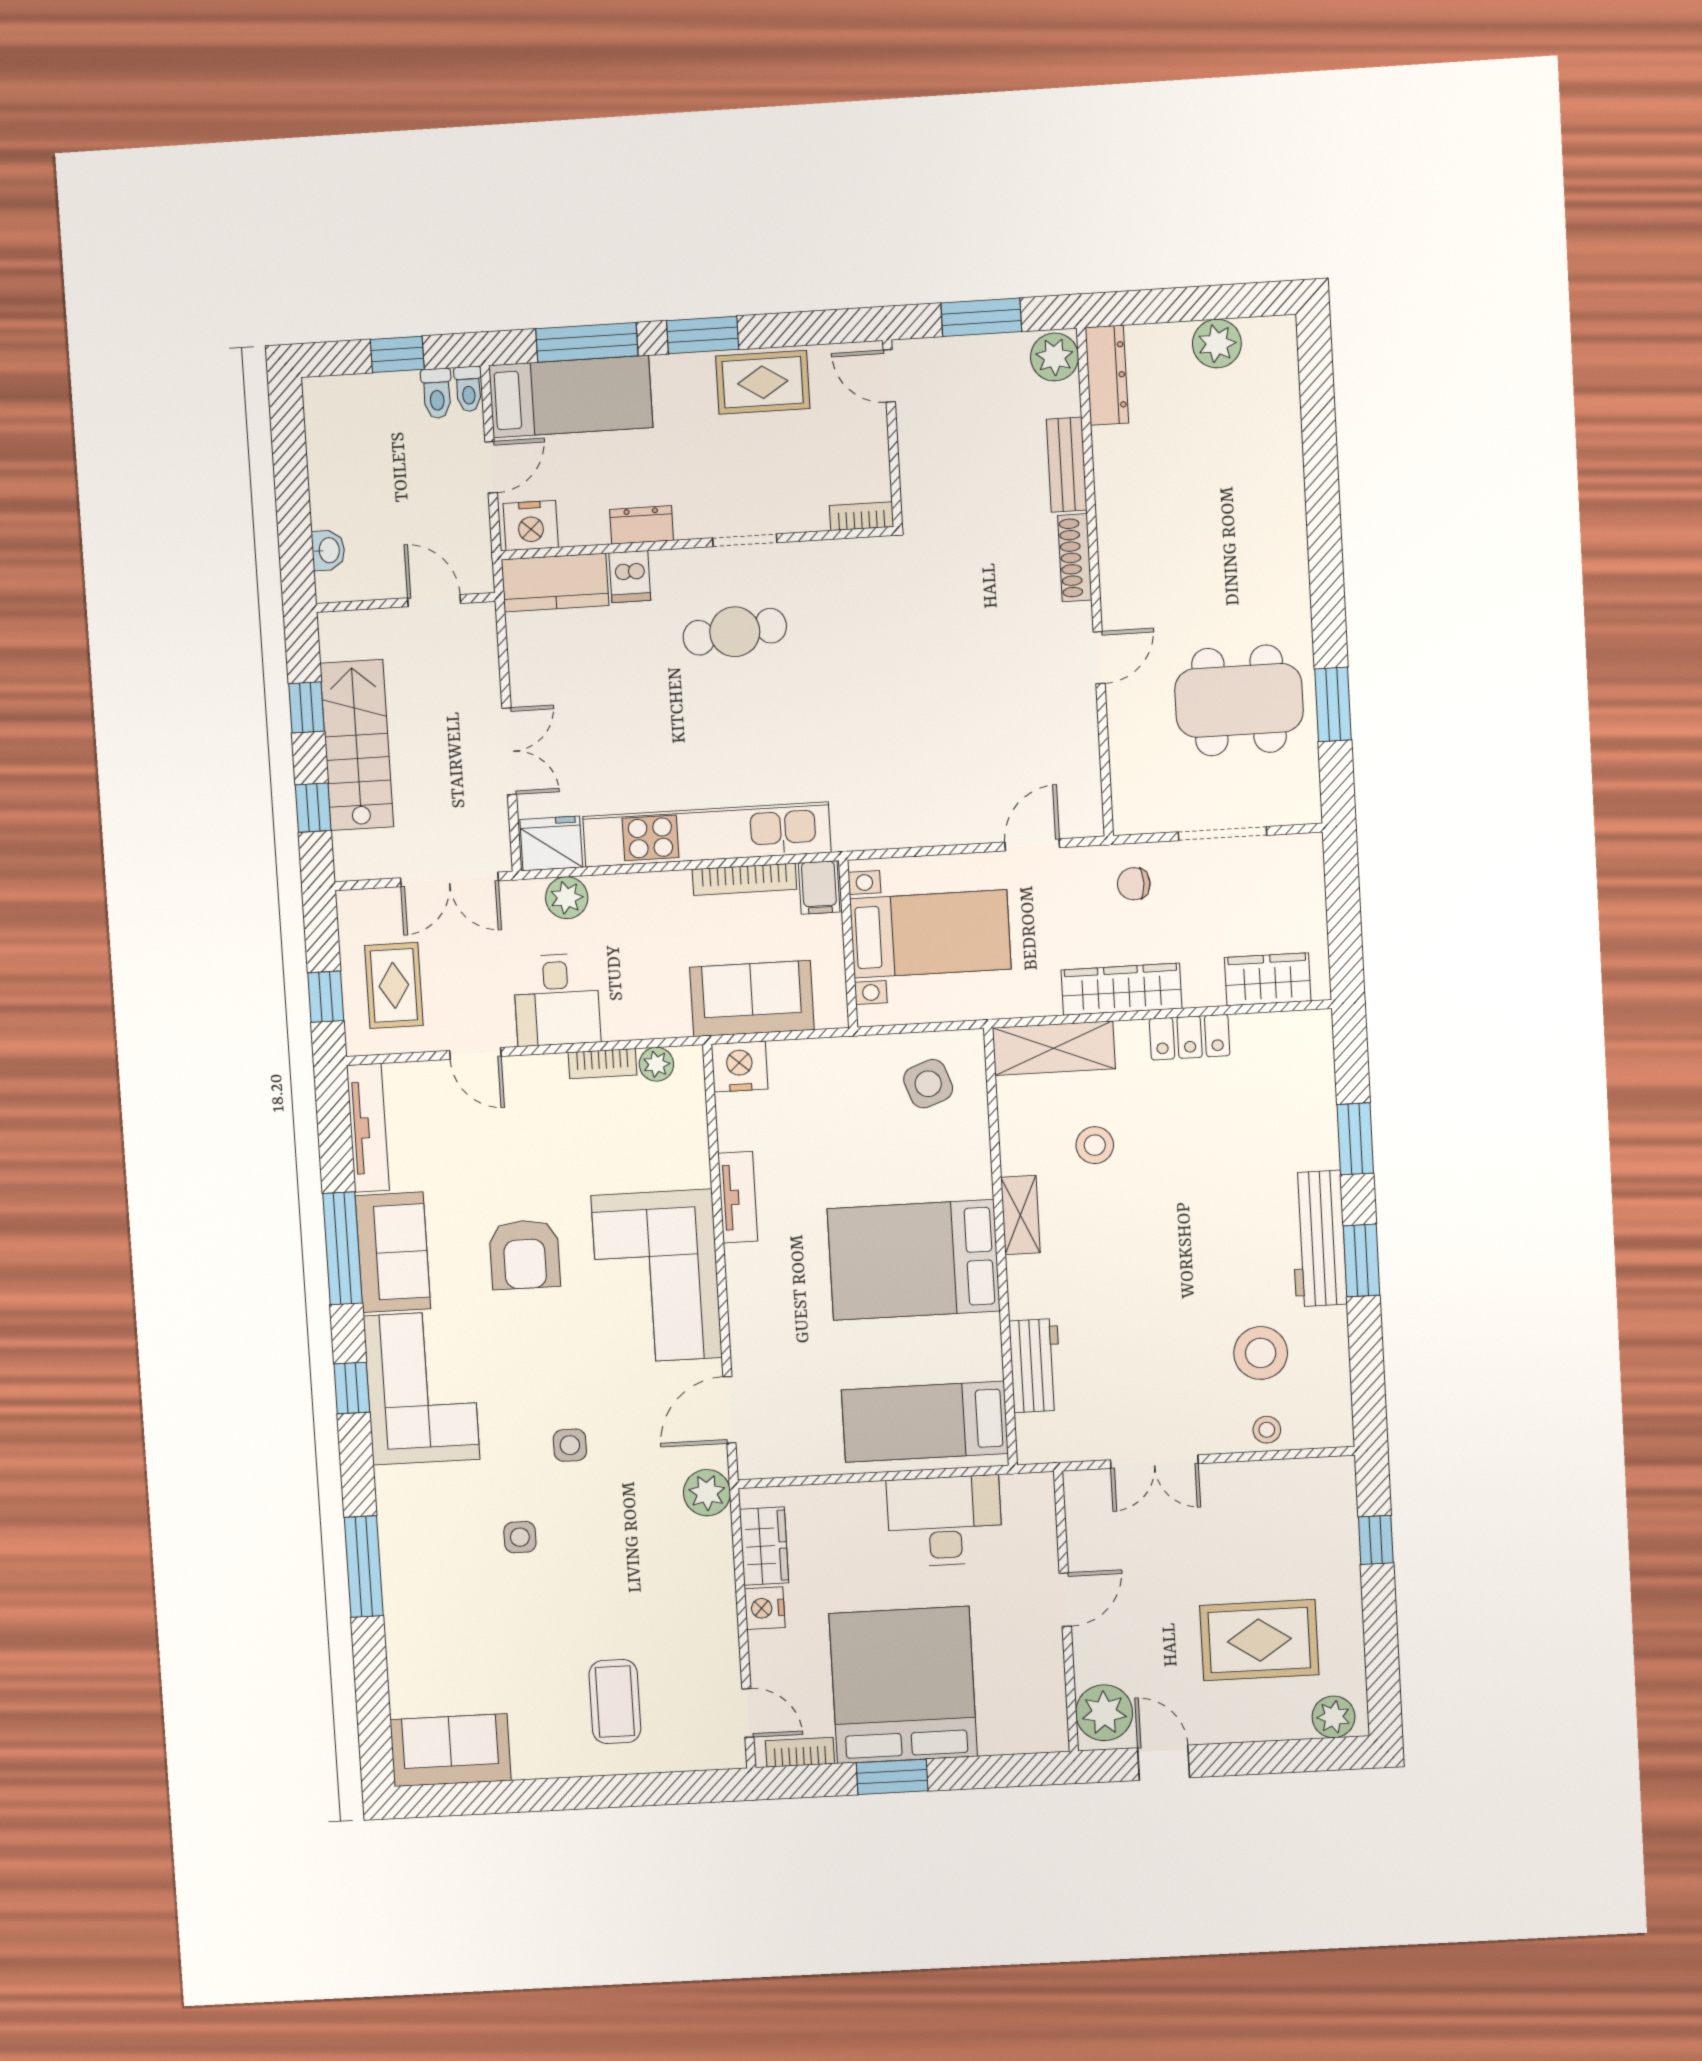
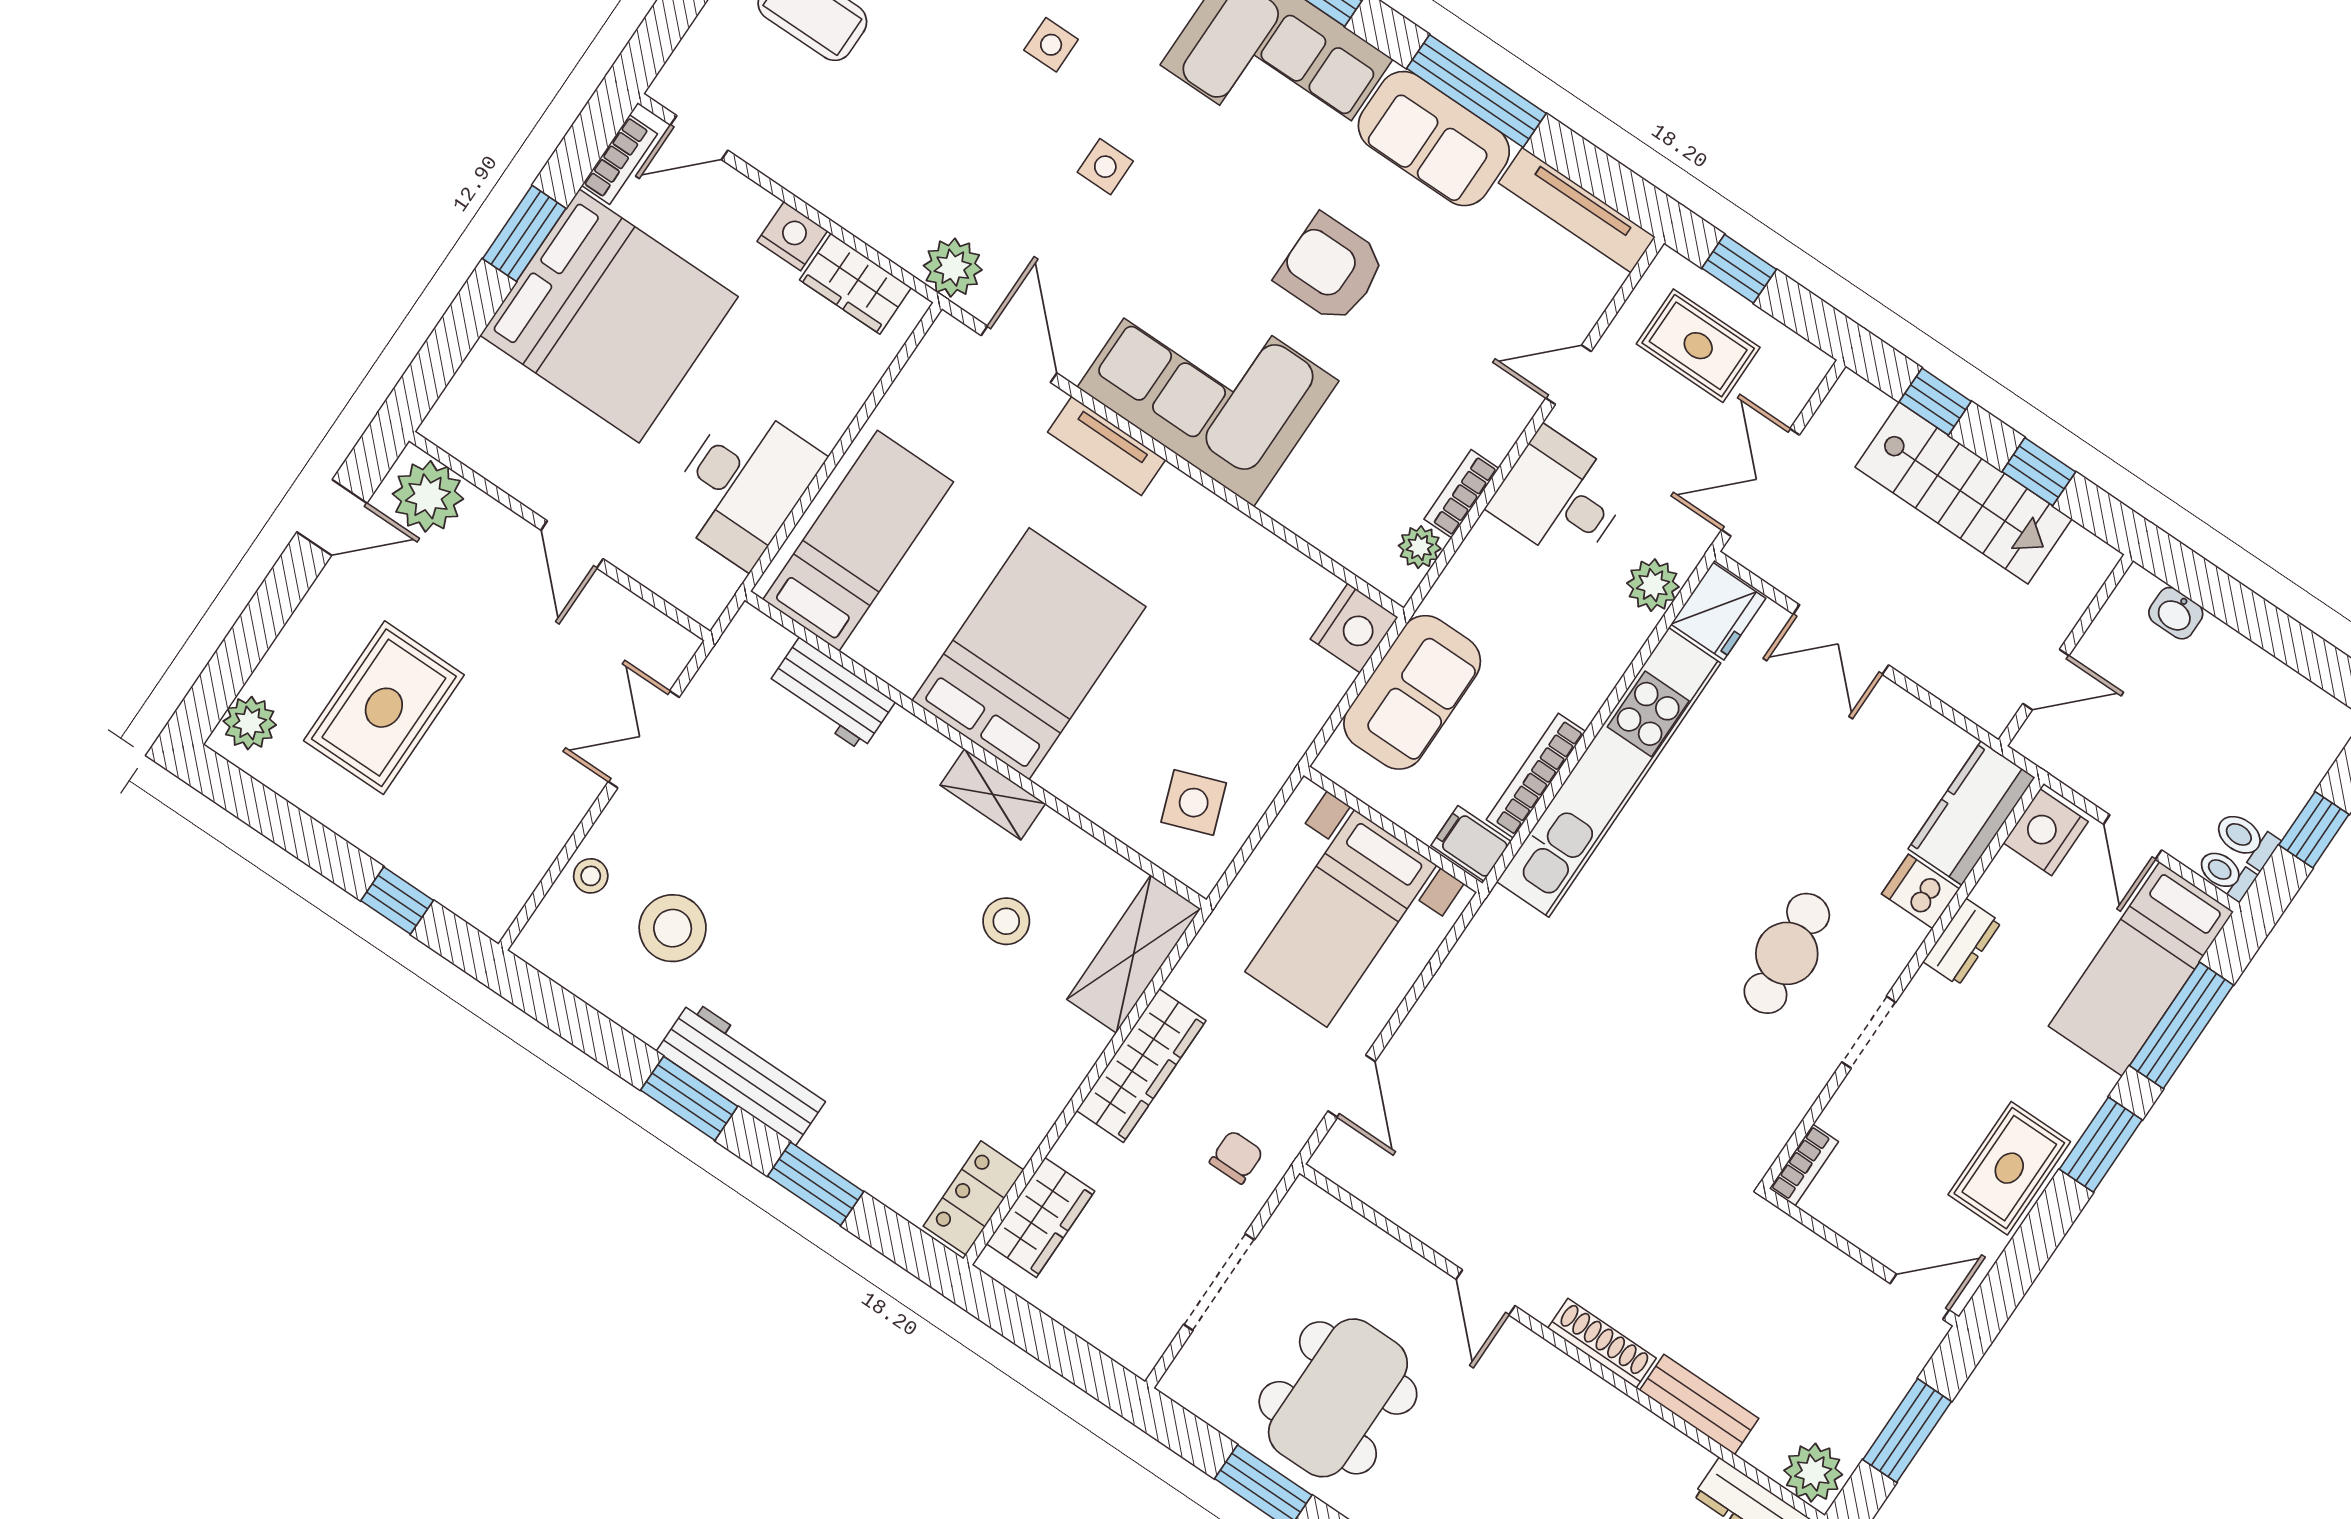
locker: (1190, 1037) -> (973, 1198), moved
tv unit: (738, 1197) -> (1107, 446), moved

